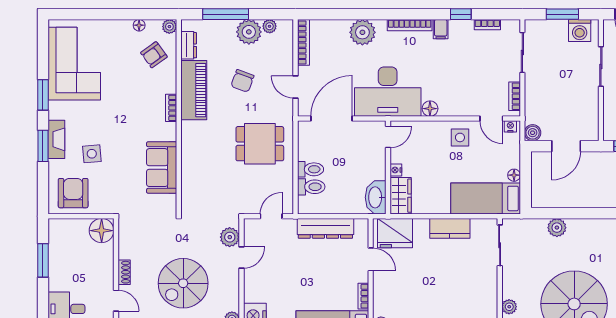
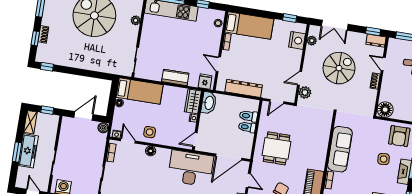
floor lamp: (430, 109) -> (151, 151), moved
dining table: (260, 144) -> (277, 148), turned 90
sofa: (162, 168) -> (340, 149), width x1.36
kitchen counter: (450, 228) -> (175, 77), moved
plant: (557, 228) -> (98, 65), removed
fridge: (395, 233) -> (205, 82), width x0.53, depth x0.75

